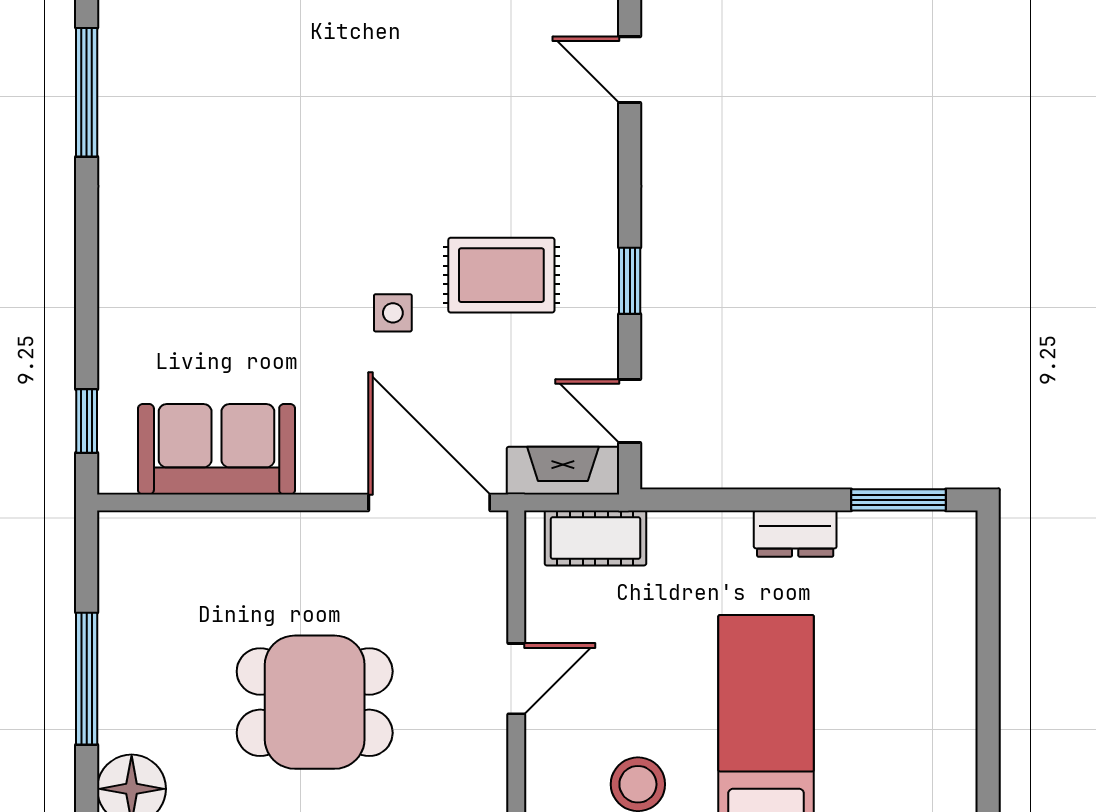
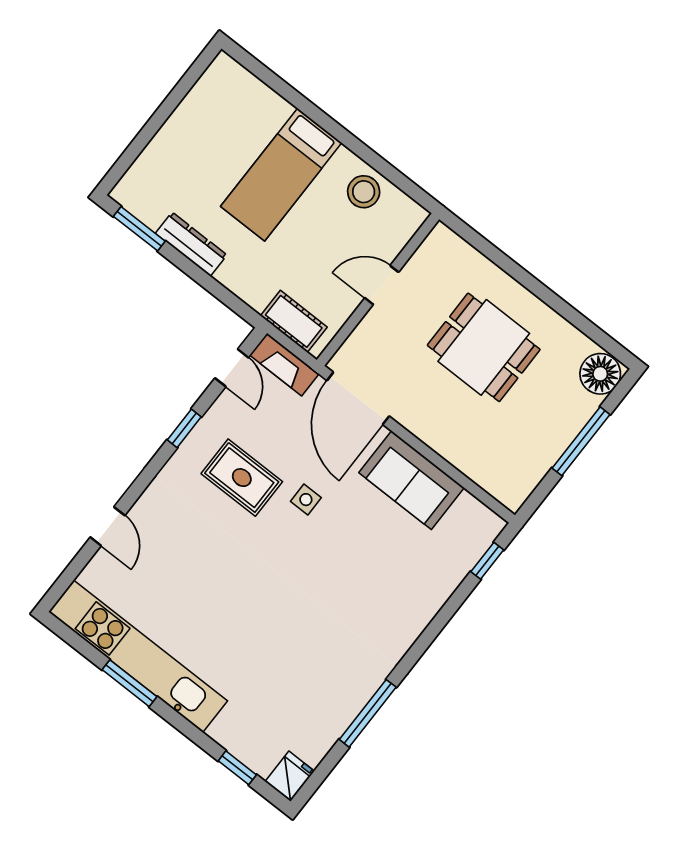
sofa: (217, 449) -> (412, 480), moved
dresser: (795, 534) -> (191, 244), width x1.44

